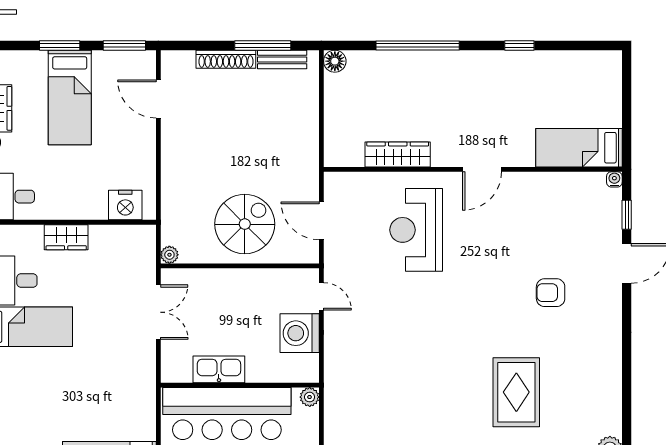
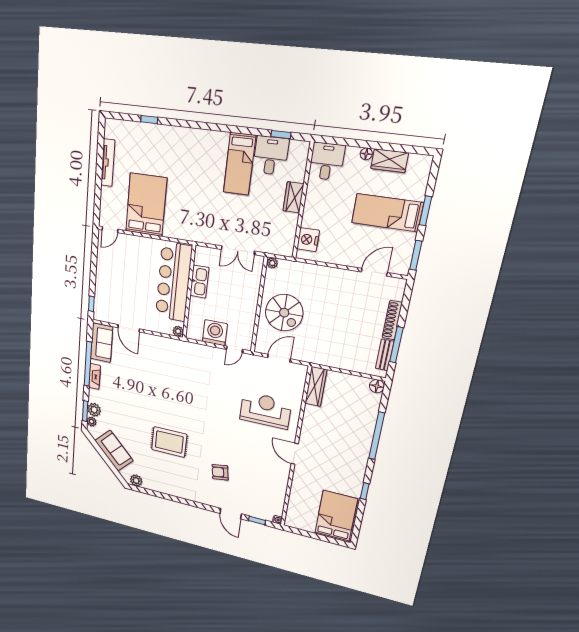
bed: (579, 148) -> (336, 516), moved, width x1.50
wardrobe: (398, 155) -> (316, 386), moved
armchair: (551, 293) -> (220, 472), turned -99

